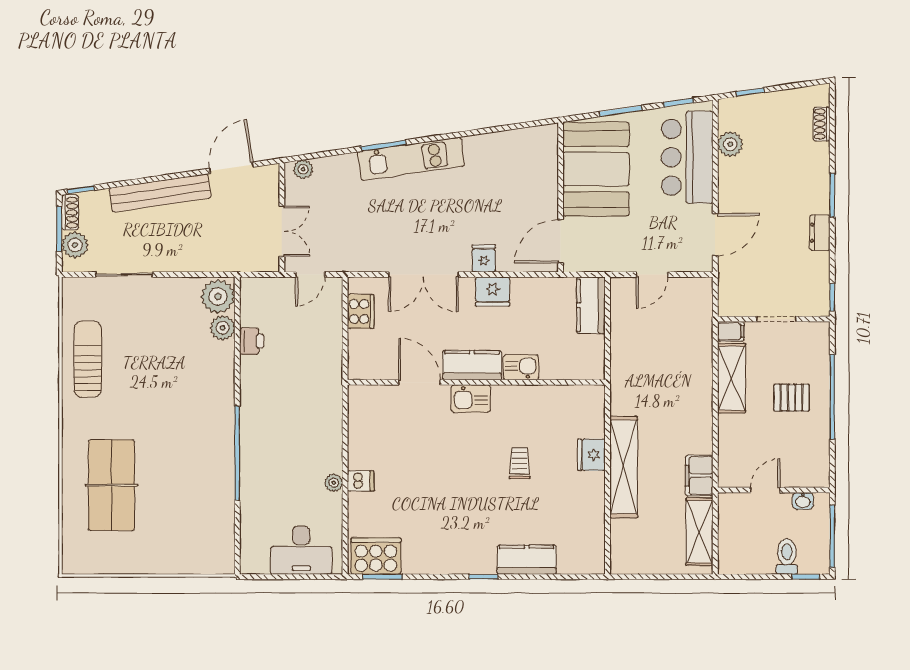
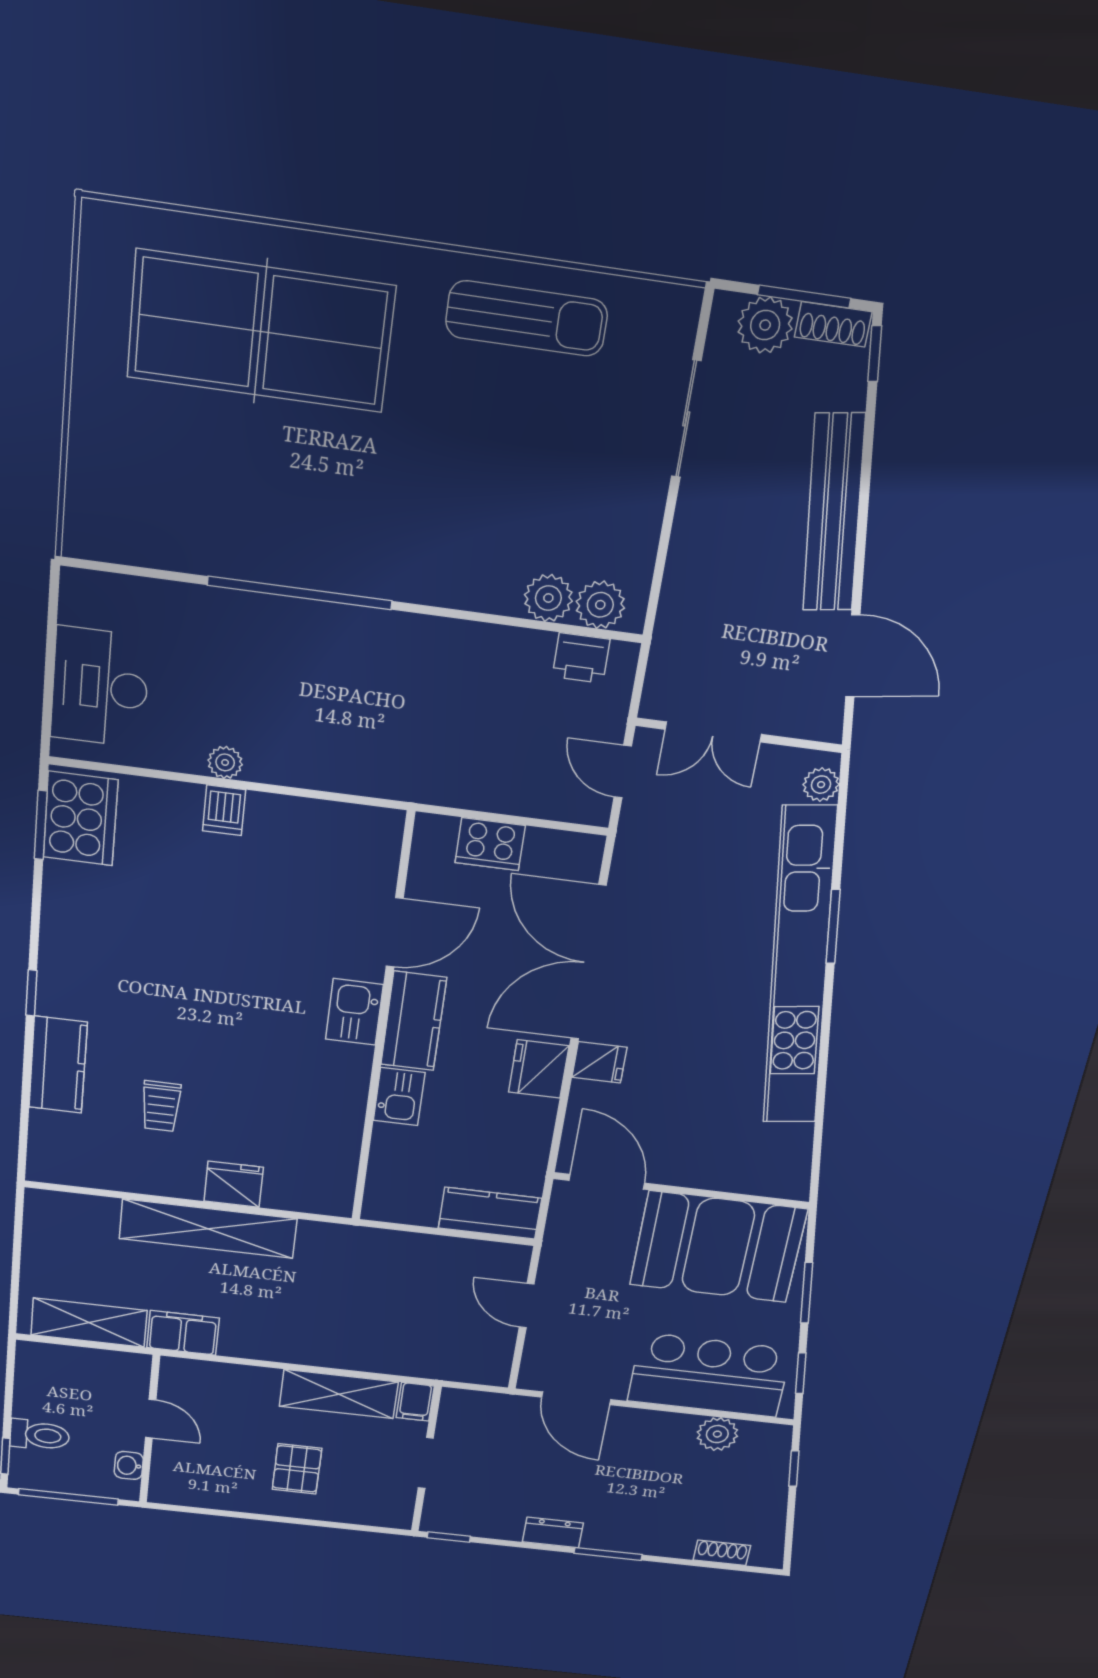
kitchen unit: (411, 159) -> (799, 969), width x1.86
double door: (423, 275) -> (588, 963), width x1.36
plant: (218, 296) -> (600, 605), width x0.73, depth x0.73
cooker: (361, 311) -> (490, 844), moved
printer: (252, 341) -> (581, 658), moved
window: (832, 397) -> (292, 1520), removed
trolley: (520, 463) -> (161, 1106), moved, turned 90
table tennis table: (111, 485) -> (261, 332), width x1.36, depth x1.32

